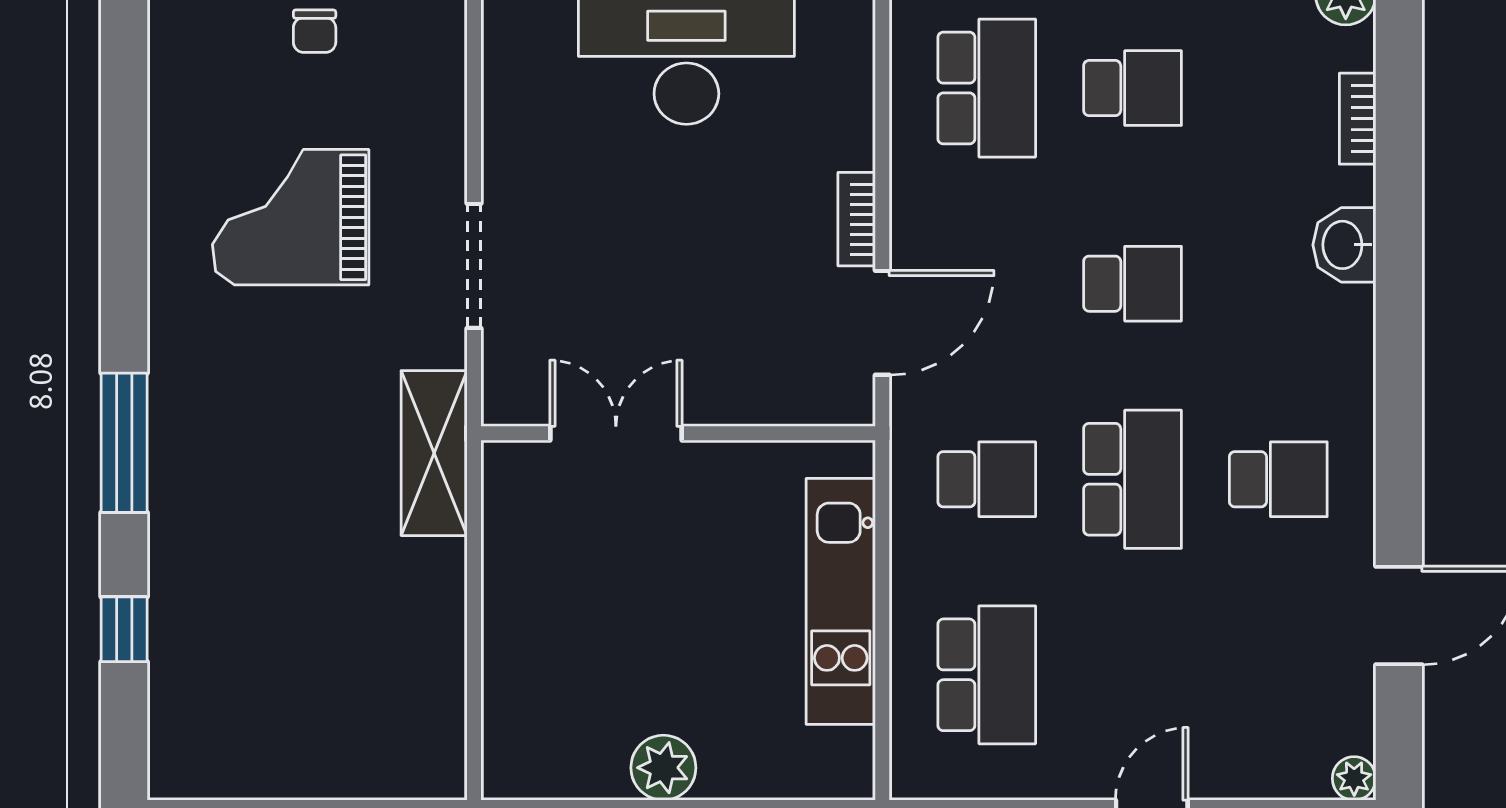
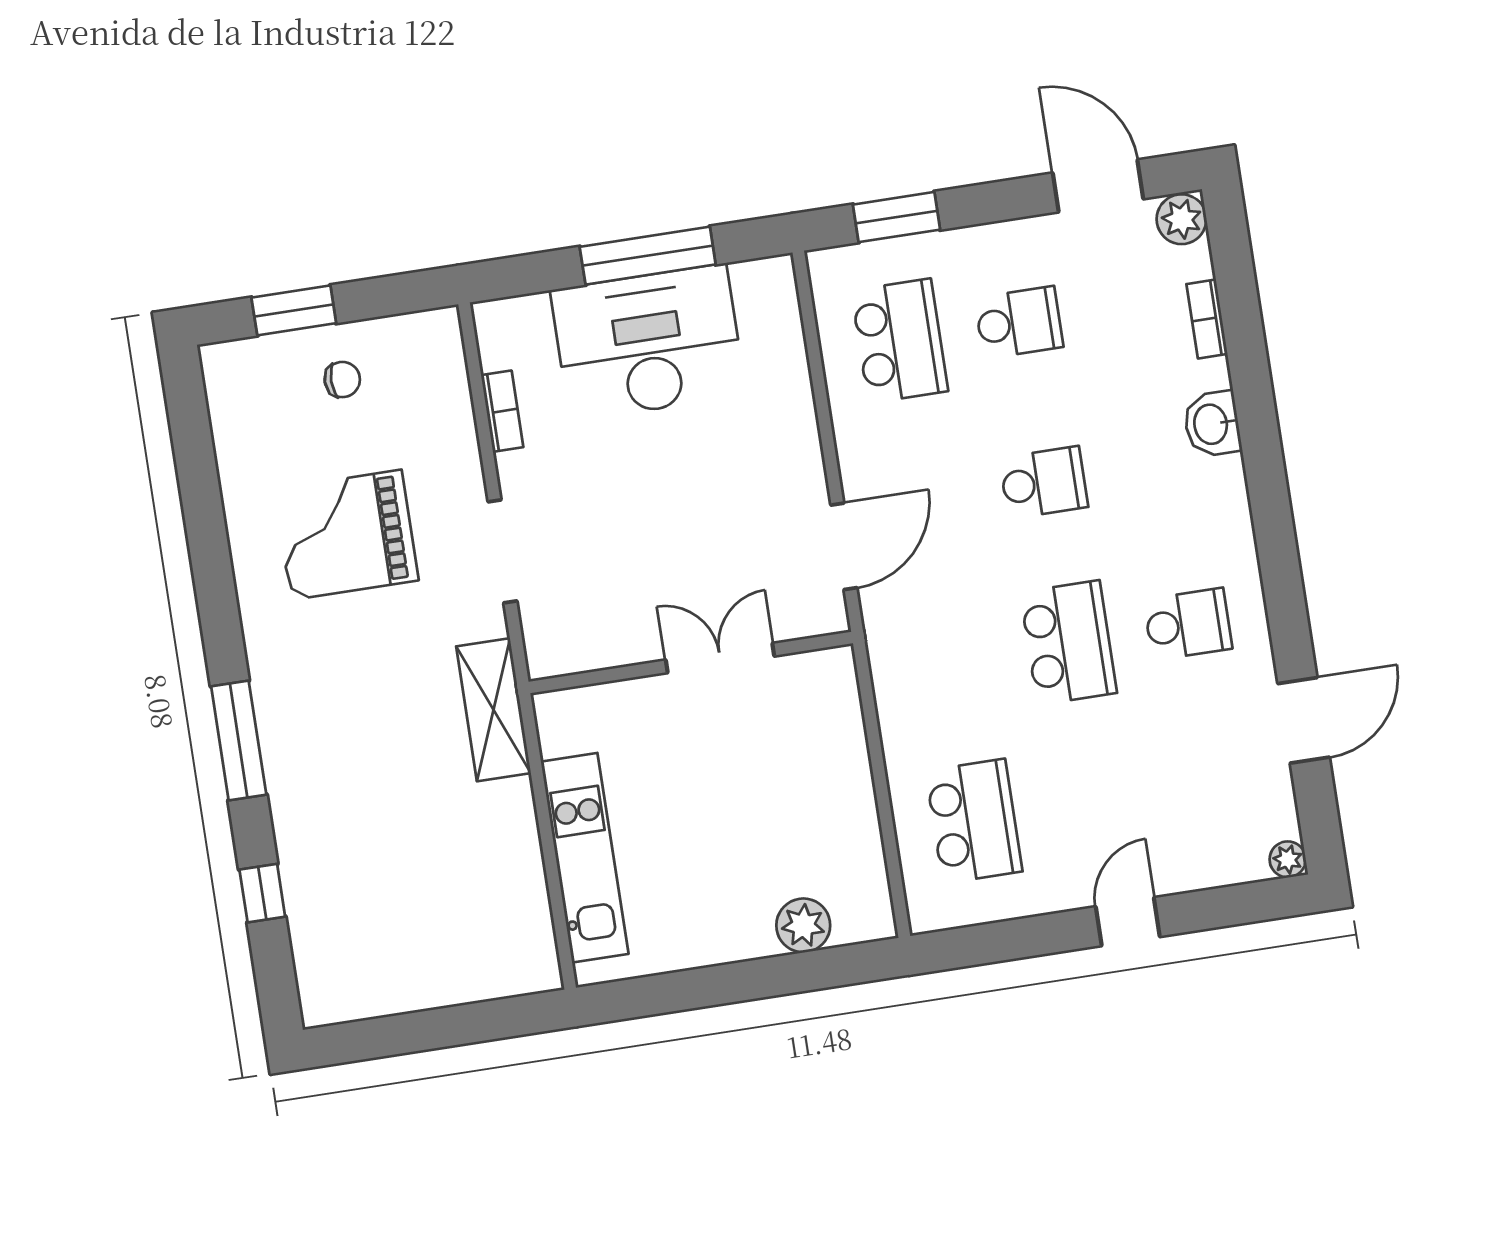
chair: (315, 31) -> (342, 380), turned -90
bookcase: (857, 219) -> (502, 411), moved, turned 180
double door: (616, 433) -> (720, 658), moved
school desk: (987, 479) -> (949, 661), removed
kitchen unit: (841, 601) -> (585, 858), moved, turned 180
plant: (663, 768) -> (803, 925), moved

